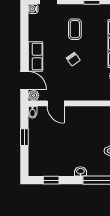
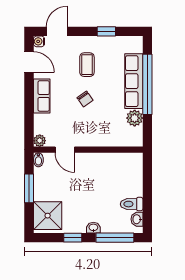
door: (24, 80) -> (29, 62), moved
window: (24, 137) -> (29, 188), width x1.50
shower: (41, 161) -> (48, 216), added
window: (51, 180) -> (73, 238), moved

